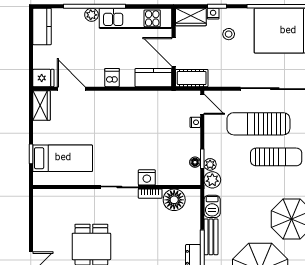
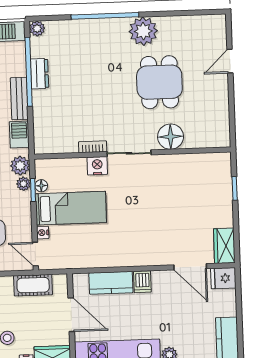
kitchen counter: (153, 78) -> (111, 283), moved
cot: (192, 78) -> (33, 285), moved
bed: (63, 158) -> (71, 208), moved, turned 180
floor lamp: (174, 200) -> (171, 137), moved

